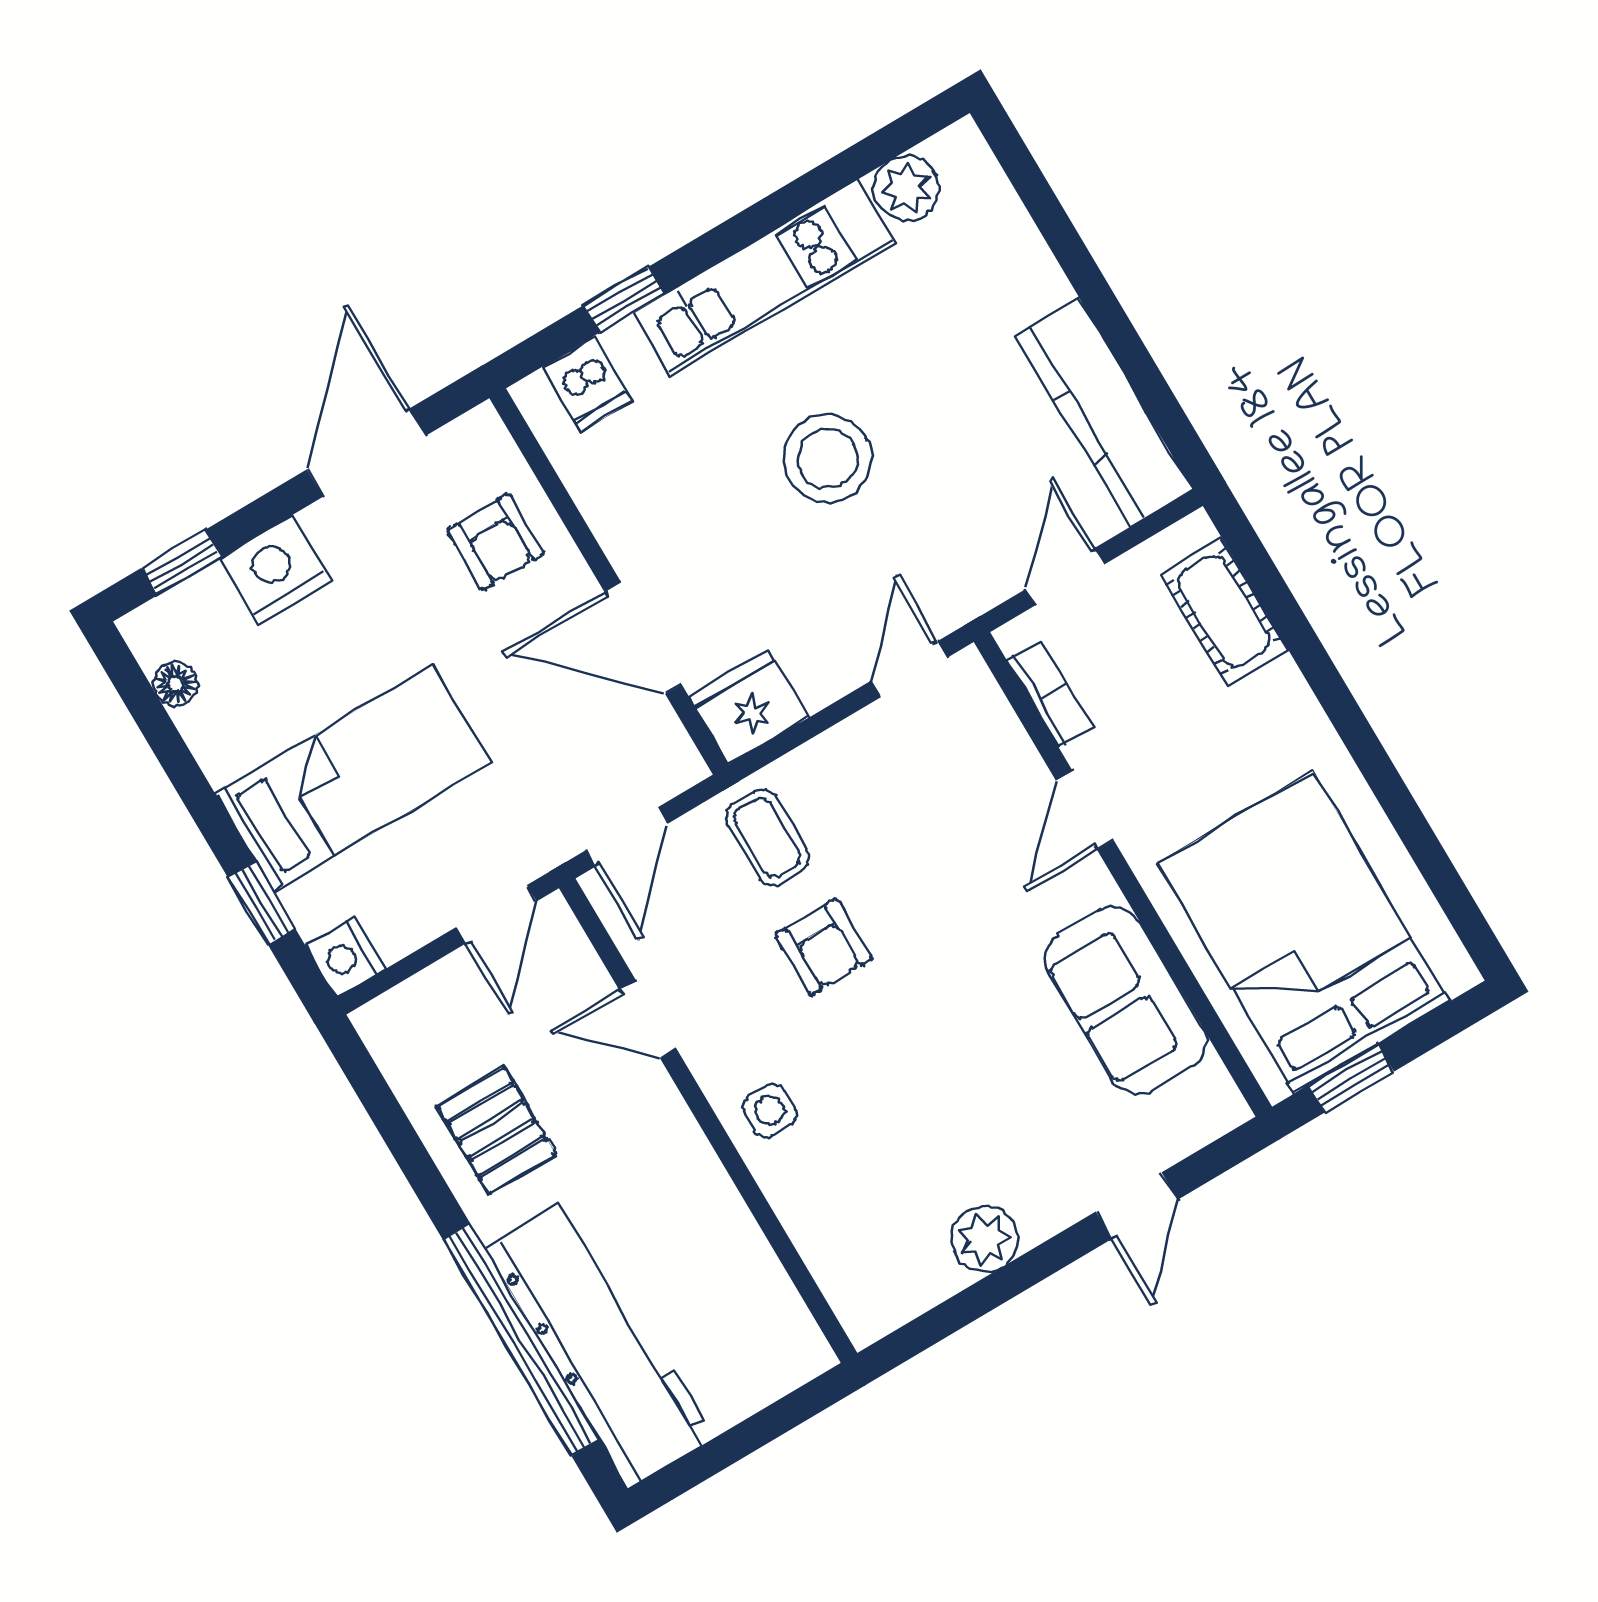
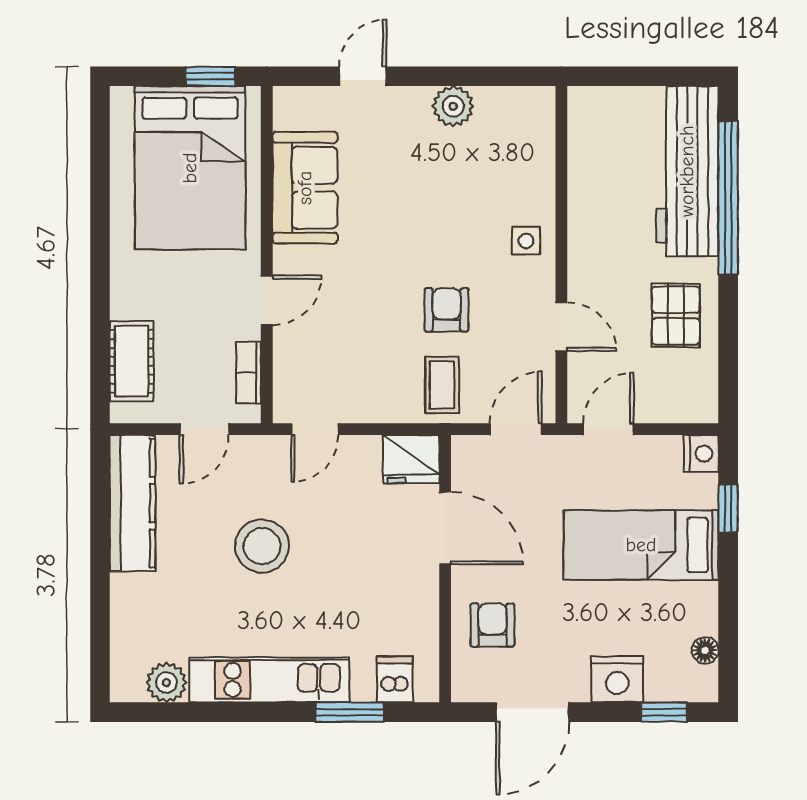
window: (624, 300) -> (350, 712), width x1.50
stool: (827, 458) -> (262, 546), moved

